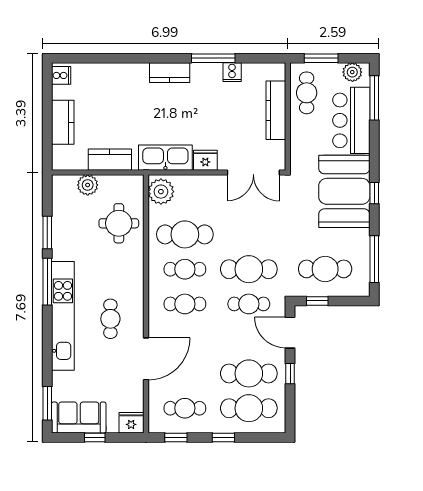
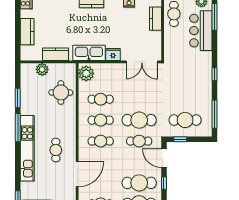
kitchen counter: (276, 110) -> (155, 19), width x0.67
booth: (344, 191) -> (197, 73), removed
cafe table: (185, 234) -> (101, 99), width x0.73, depth x0.74

